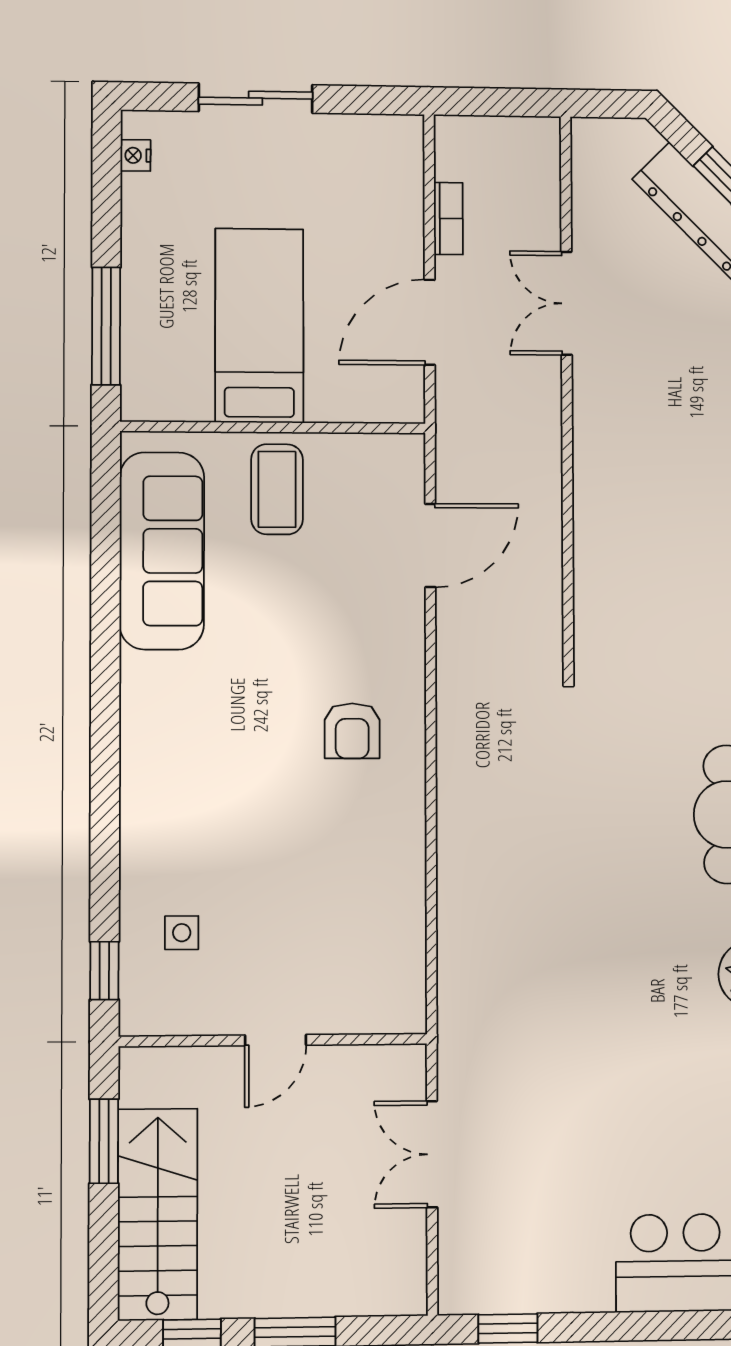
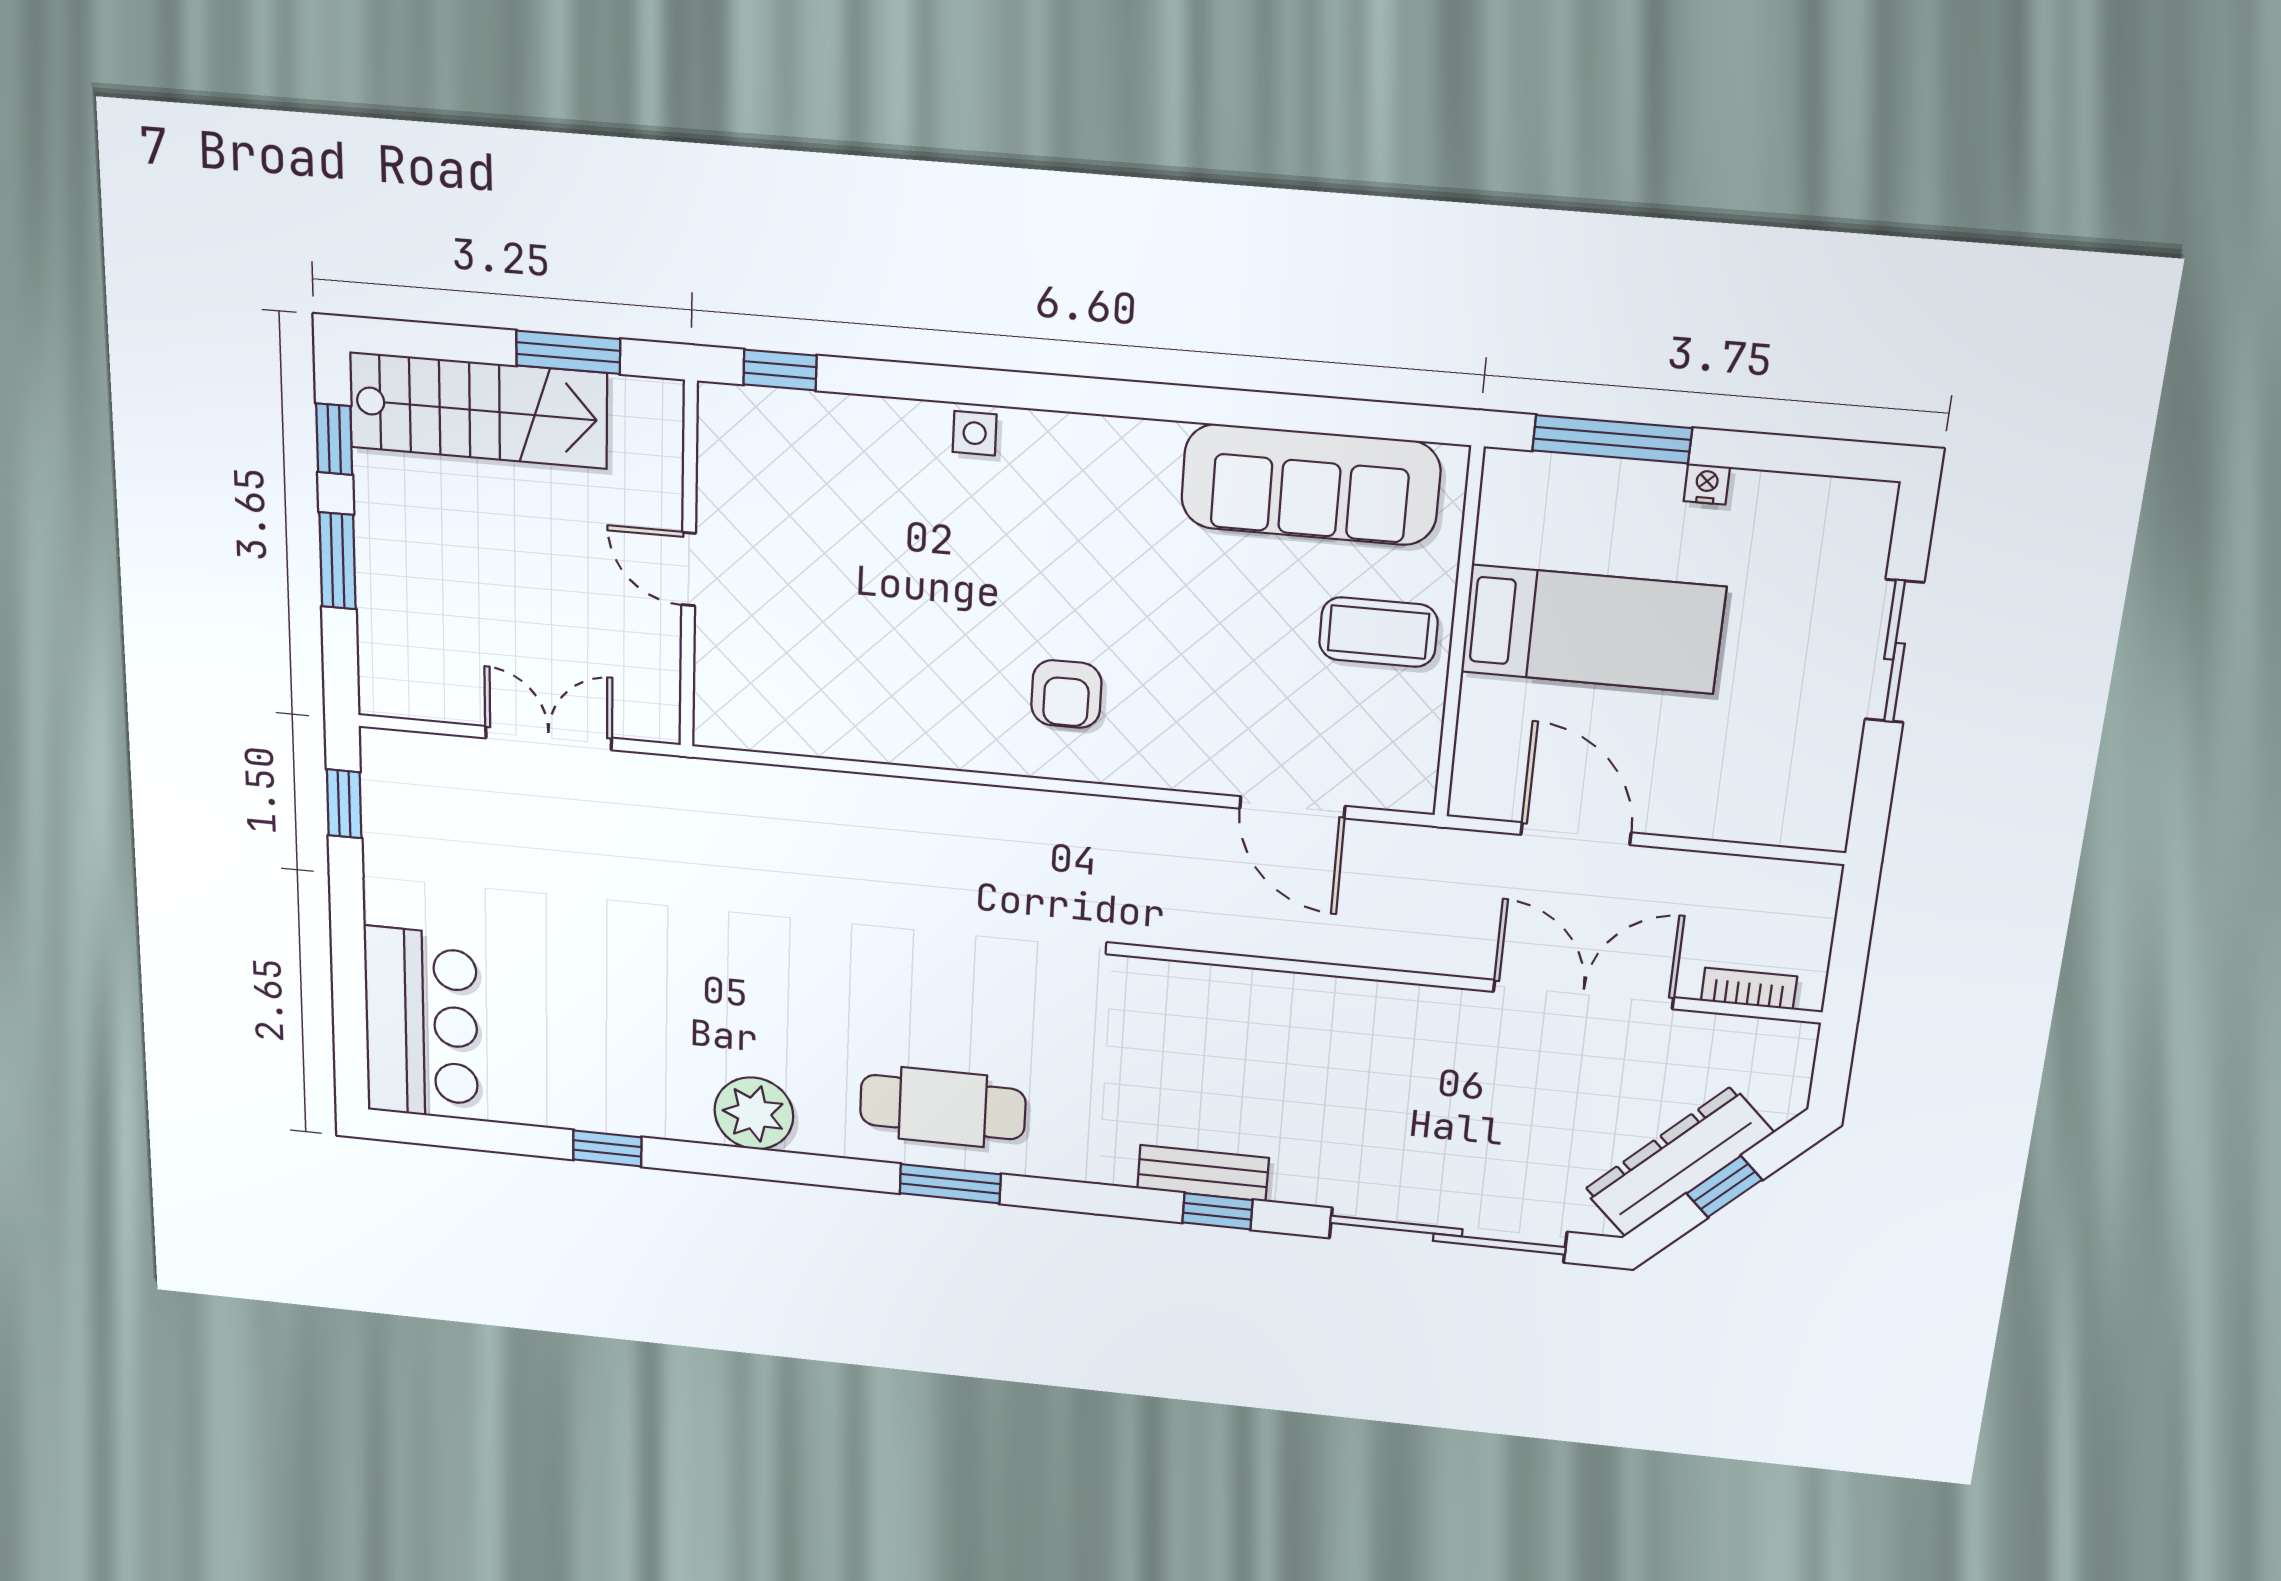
nightstand: (136, 155) -> (1707, 484), moved
bookcase: (448, 219) -> (1749, 989), moved, turned 180
double door: (566, 303) -> (1583, 994), width x1.37
armchair: (352, 731) -> (1066, 694), turned -90
side table: (182, 933) -> (975, 433), moved

